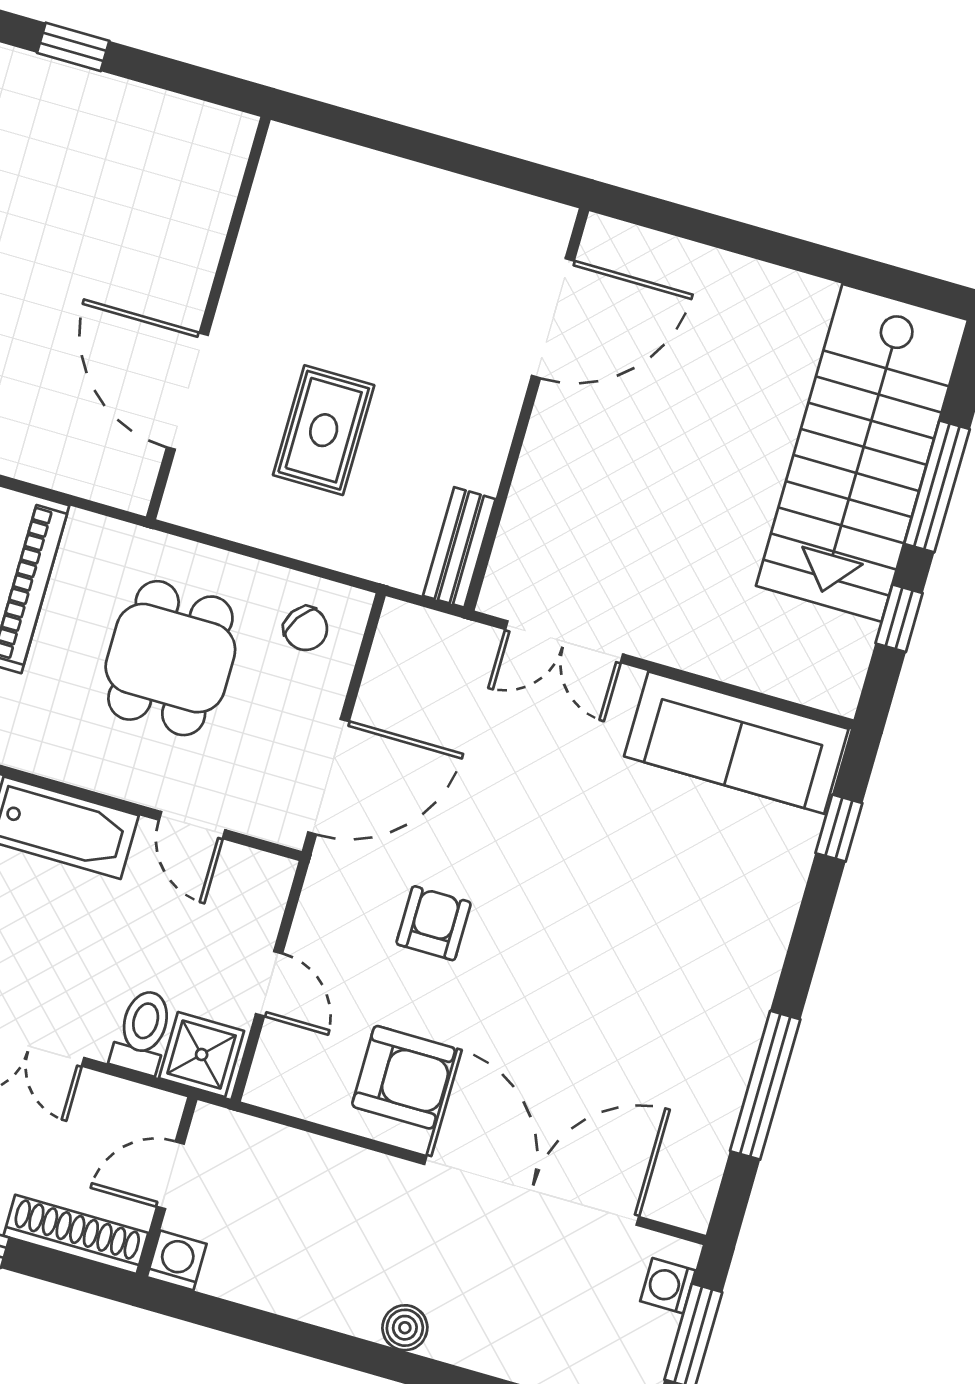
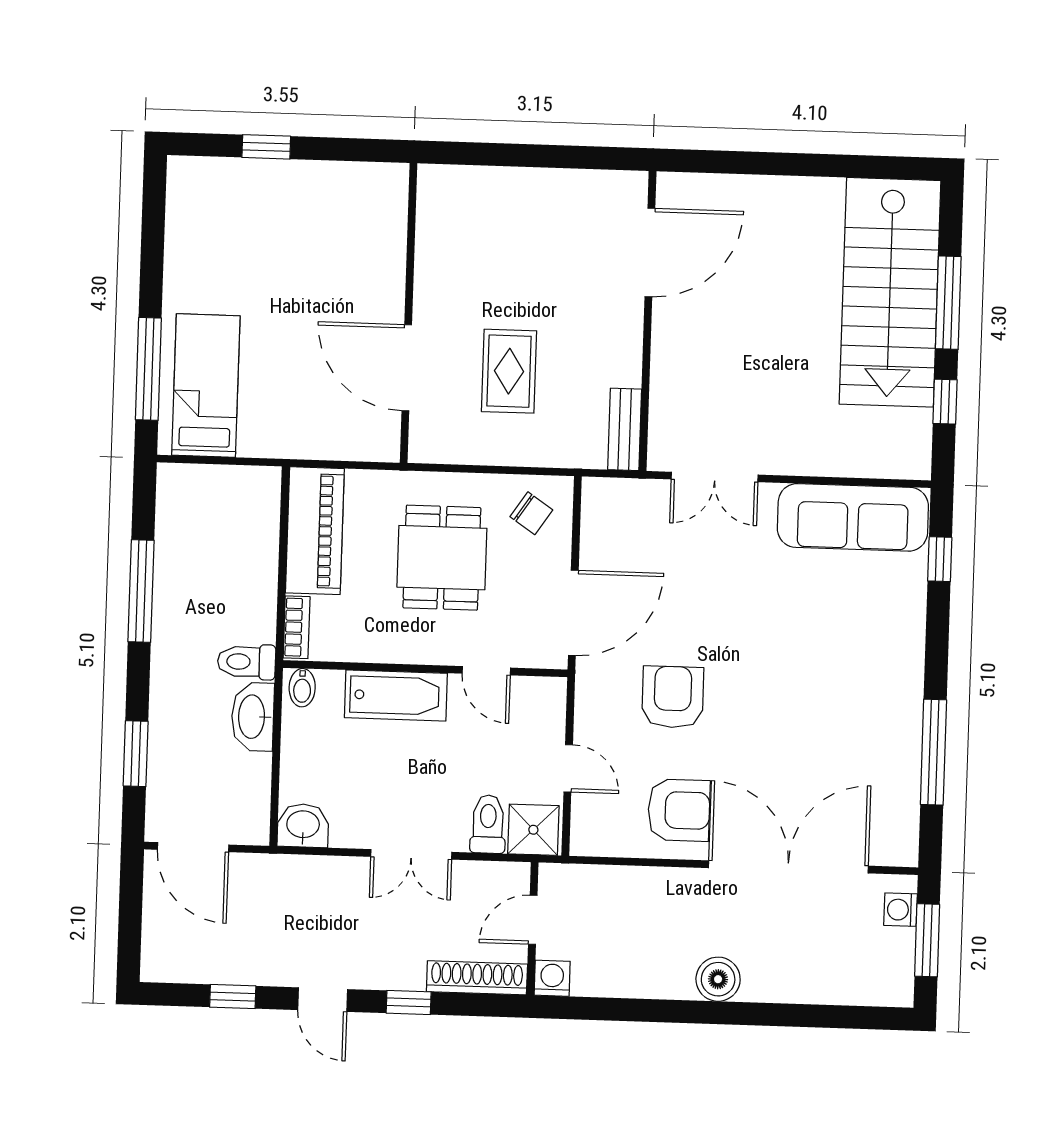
armchair: (434, 923) -> (673, 697), width x1.38, depth x1.38
boiler: (405, 1328) -> (718, 979), width x1.36, depth x1.36

